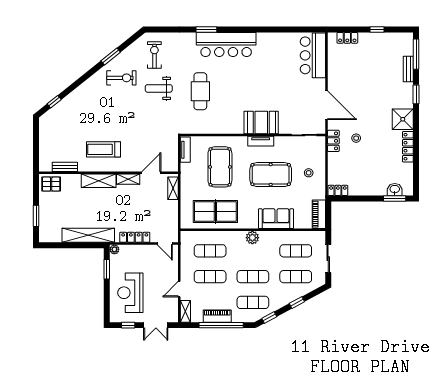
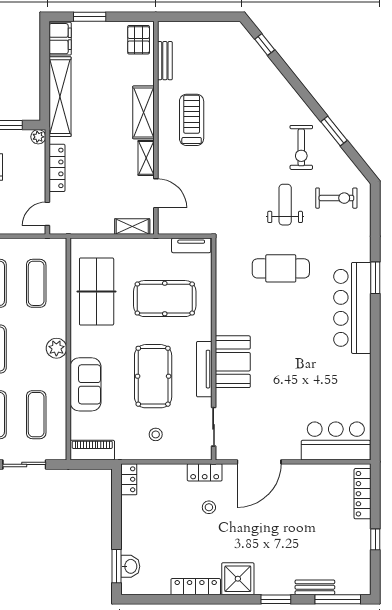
locker: (347, 38) -> (363, 494), width x1.53
tv unit: (261, 141) -> (204, 369), width x1.41
filing cabinet: (50, 235) -> (60, 39), added

